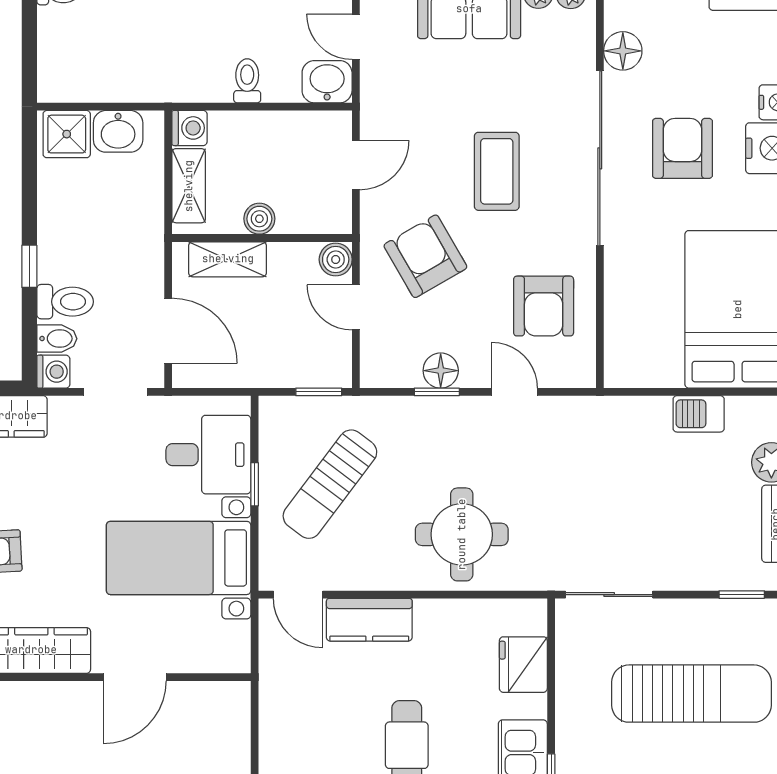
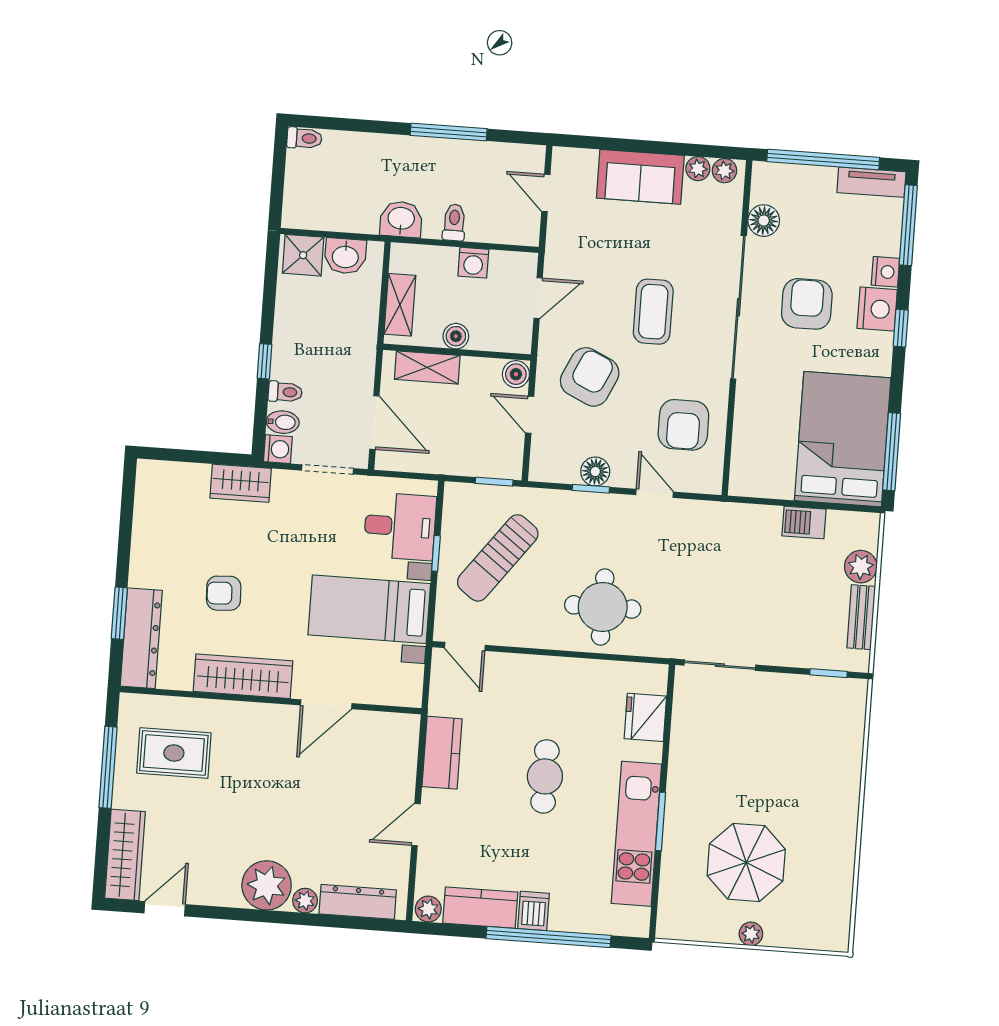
washbasin: (327, 82) -> (401, 219), moved
washing machine: (190, 128) -> (473, 263), moved, turned 90
armchair: (425, 256) -> (590, 377), turned 55
toilet: (65, 302) -> (285, 392), width x0.73, depth x0.72
kitchen counter: (369, 620) -> (442, 753), moved, turned -90
sun lounger: (691, 694) -> (781, 751), removed

